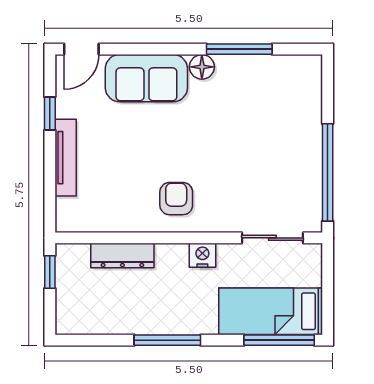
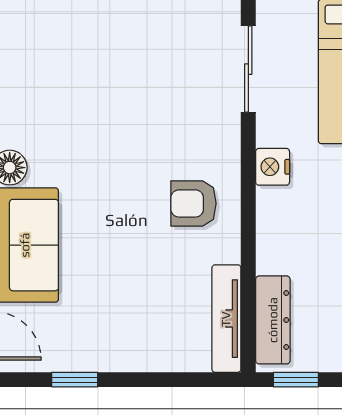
tv unit: (66, 158) -> (226, 319), moved, turned -90
dresser: (122, 255) -> (273, 320), moved

